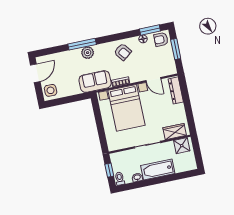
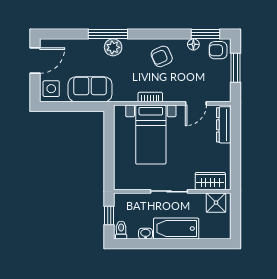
armchair: (123, 52) -> (162, 56), turned 104
door: (153, 80) -> (196, 103), hinge flipped
sofa: (95, 82) -> (90, 89), moved
bed with nightstands: (126, 108) -> (151, 135), width x0.73

